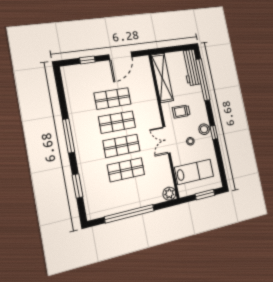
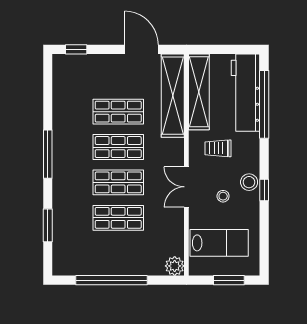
door: (120, 56) -> (141, 49), swing flipped
window: (87, 60) -> (76, 49), moved
workbench: (191, 67) -> (245, 93), width x1.36, depth x1.32
shelving: (146, 83) -> (173, 96), added

